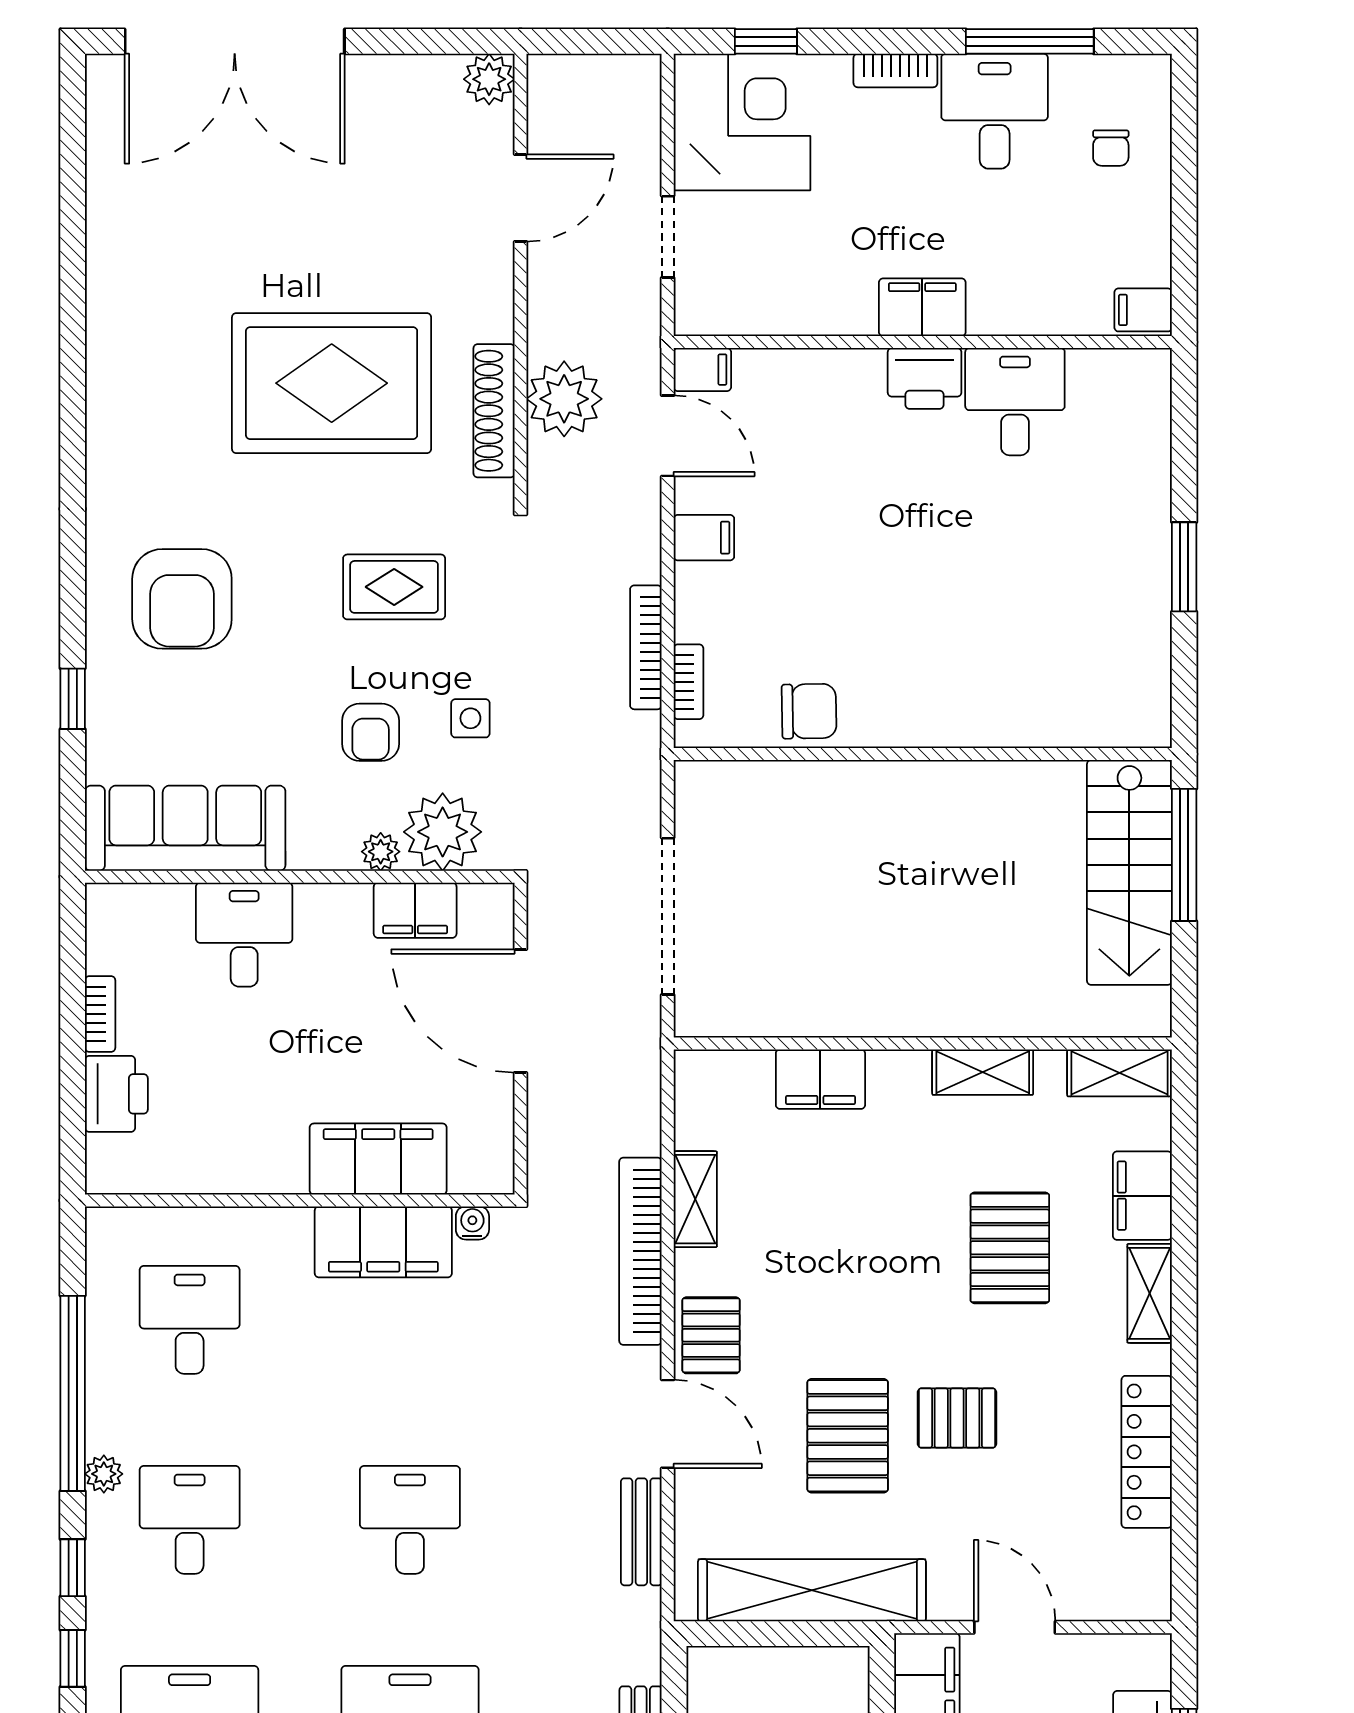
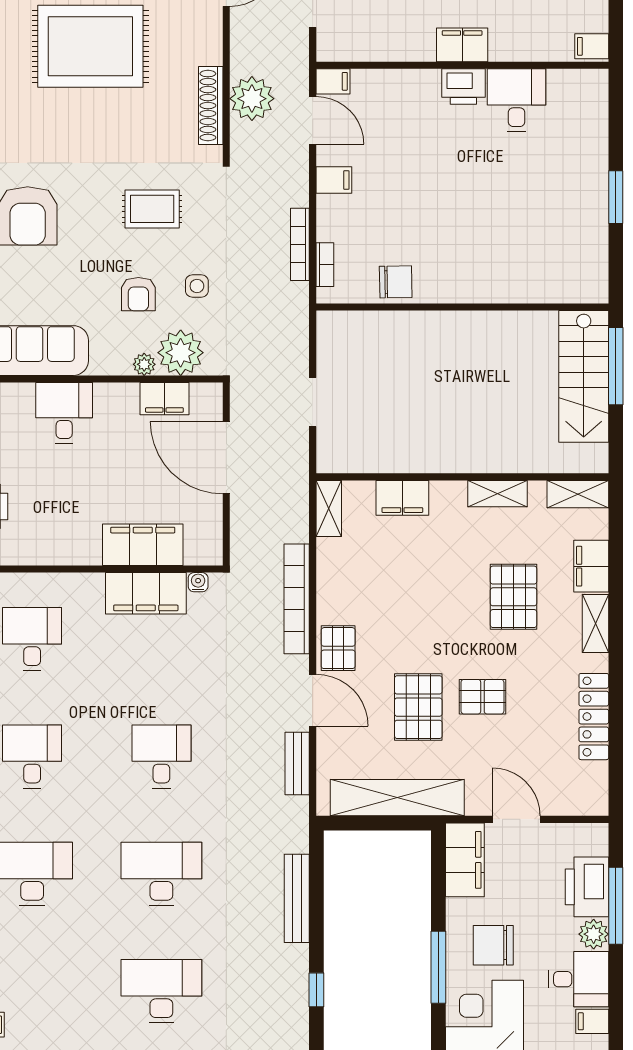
rug: (332, 383) -> (90, 46), moved
doorway: (668, 916) -> (313, 402), width x0.53
shelving: (695, 1199) -> (329, 509), moved

